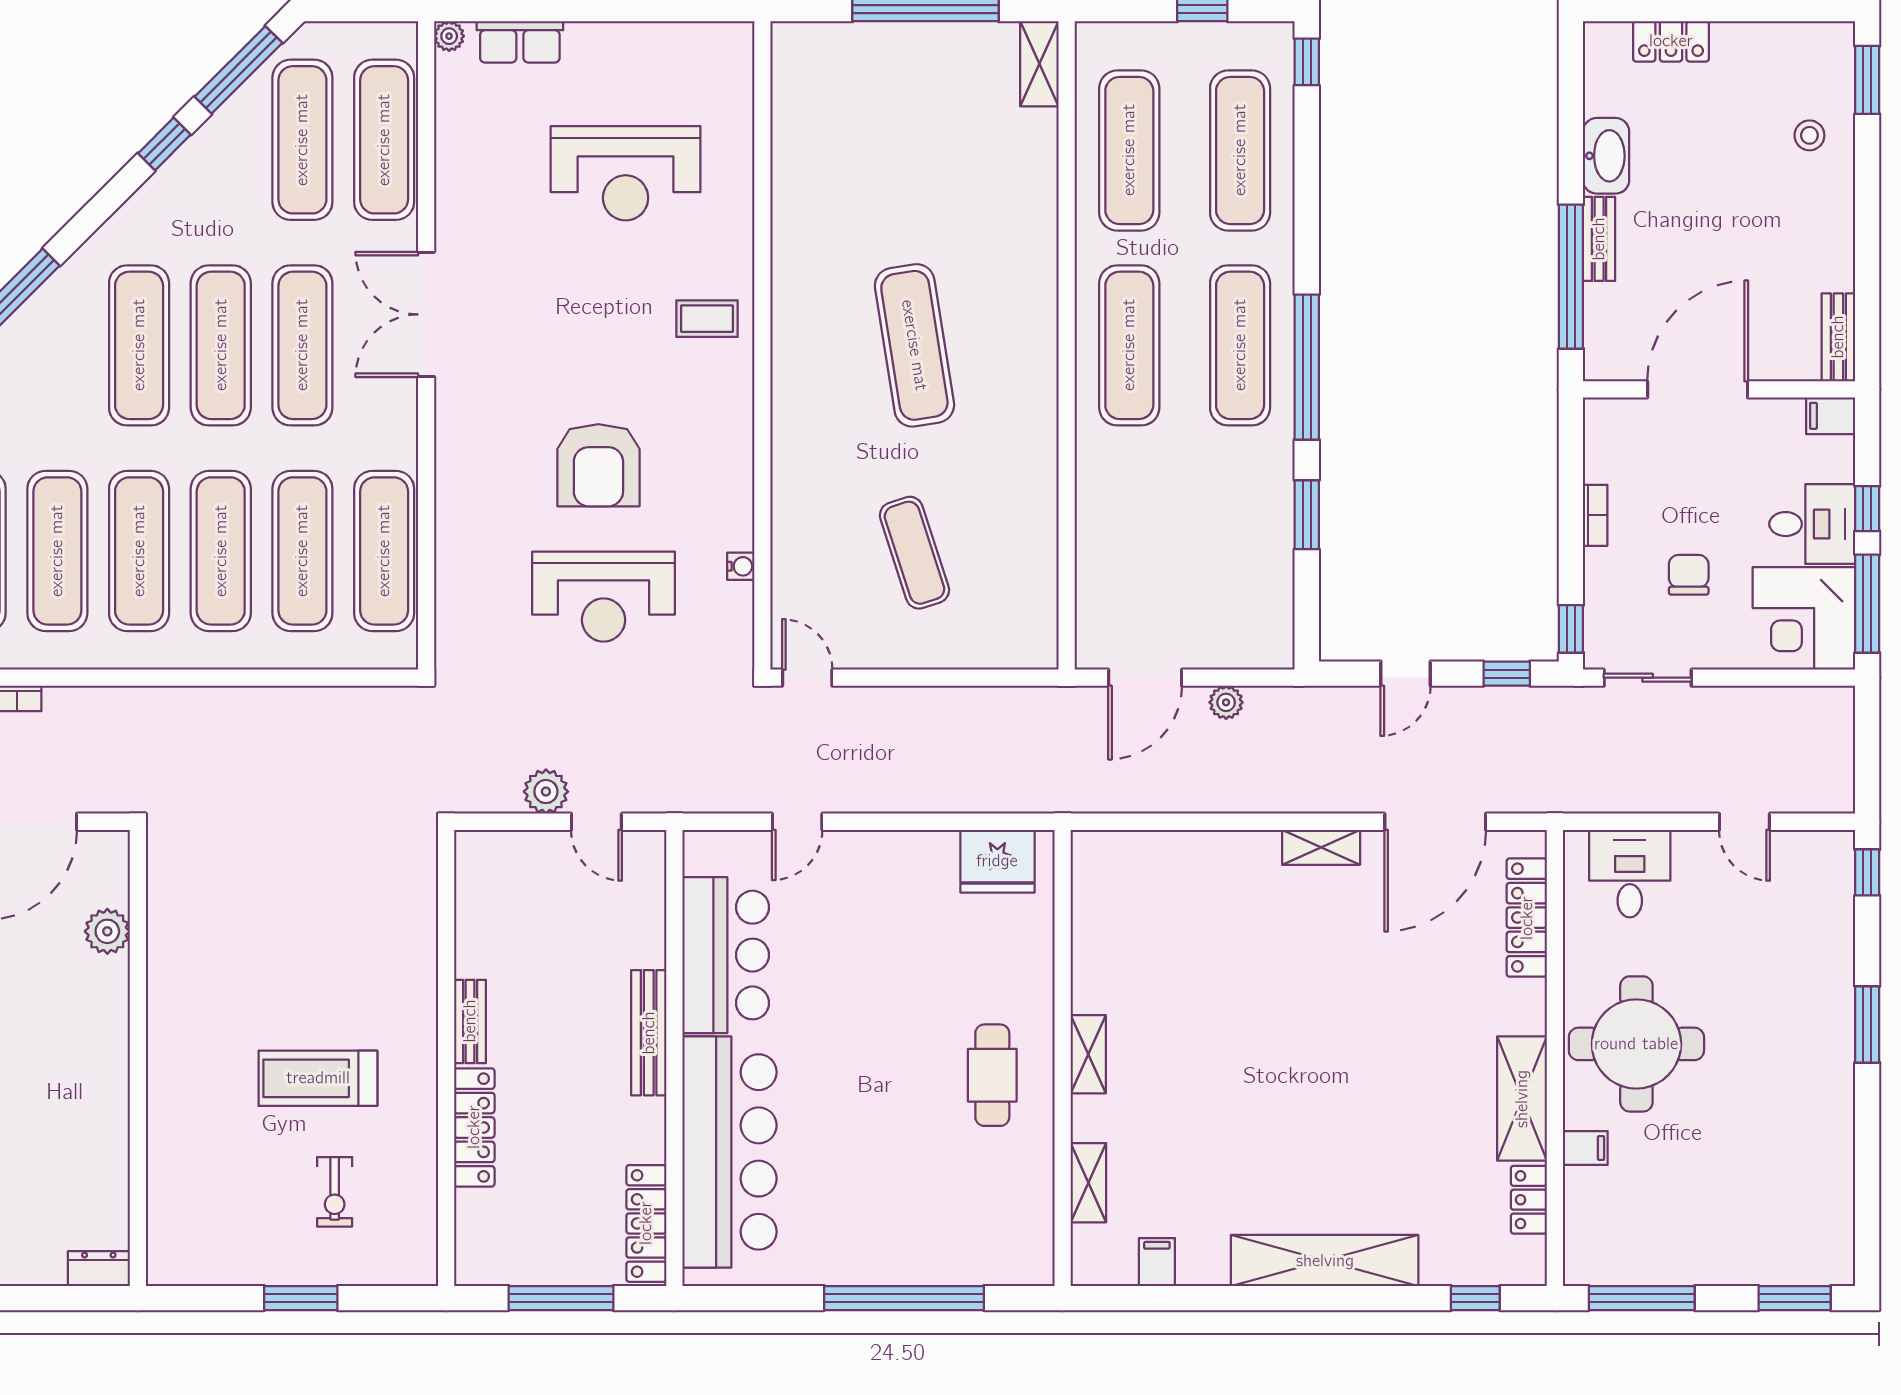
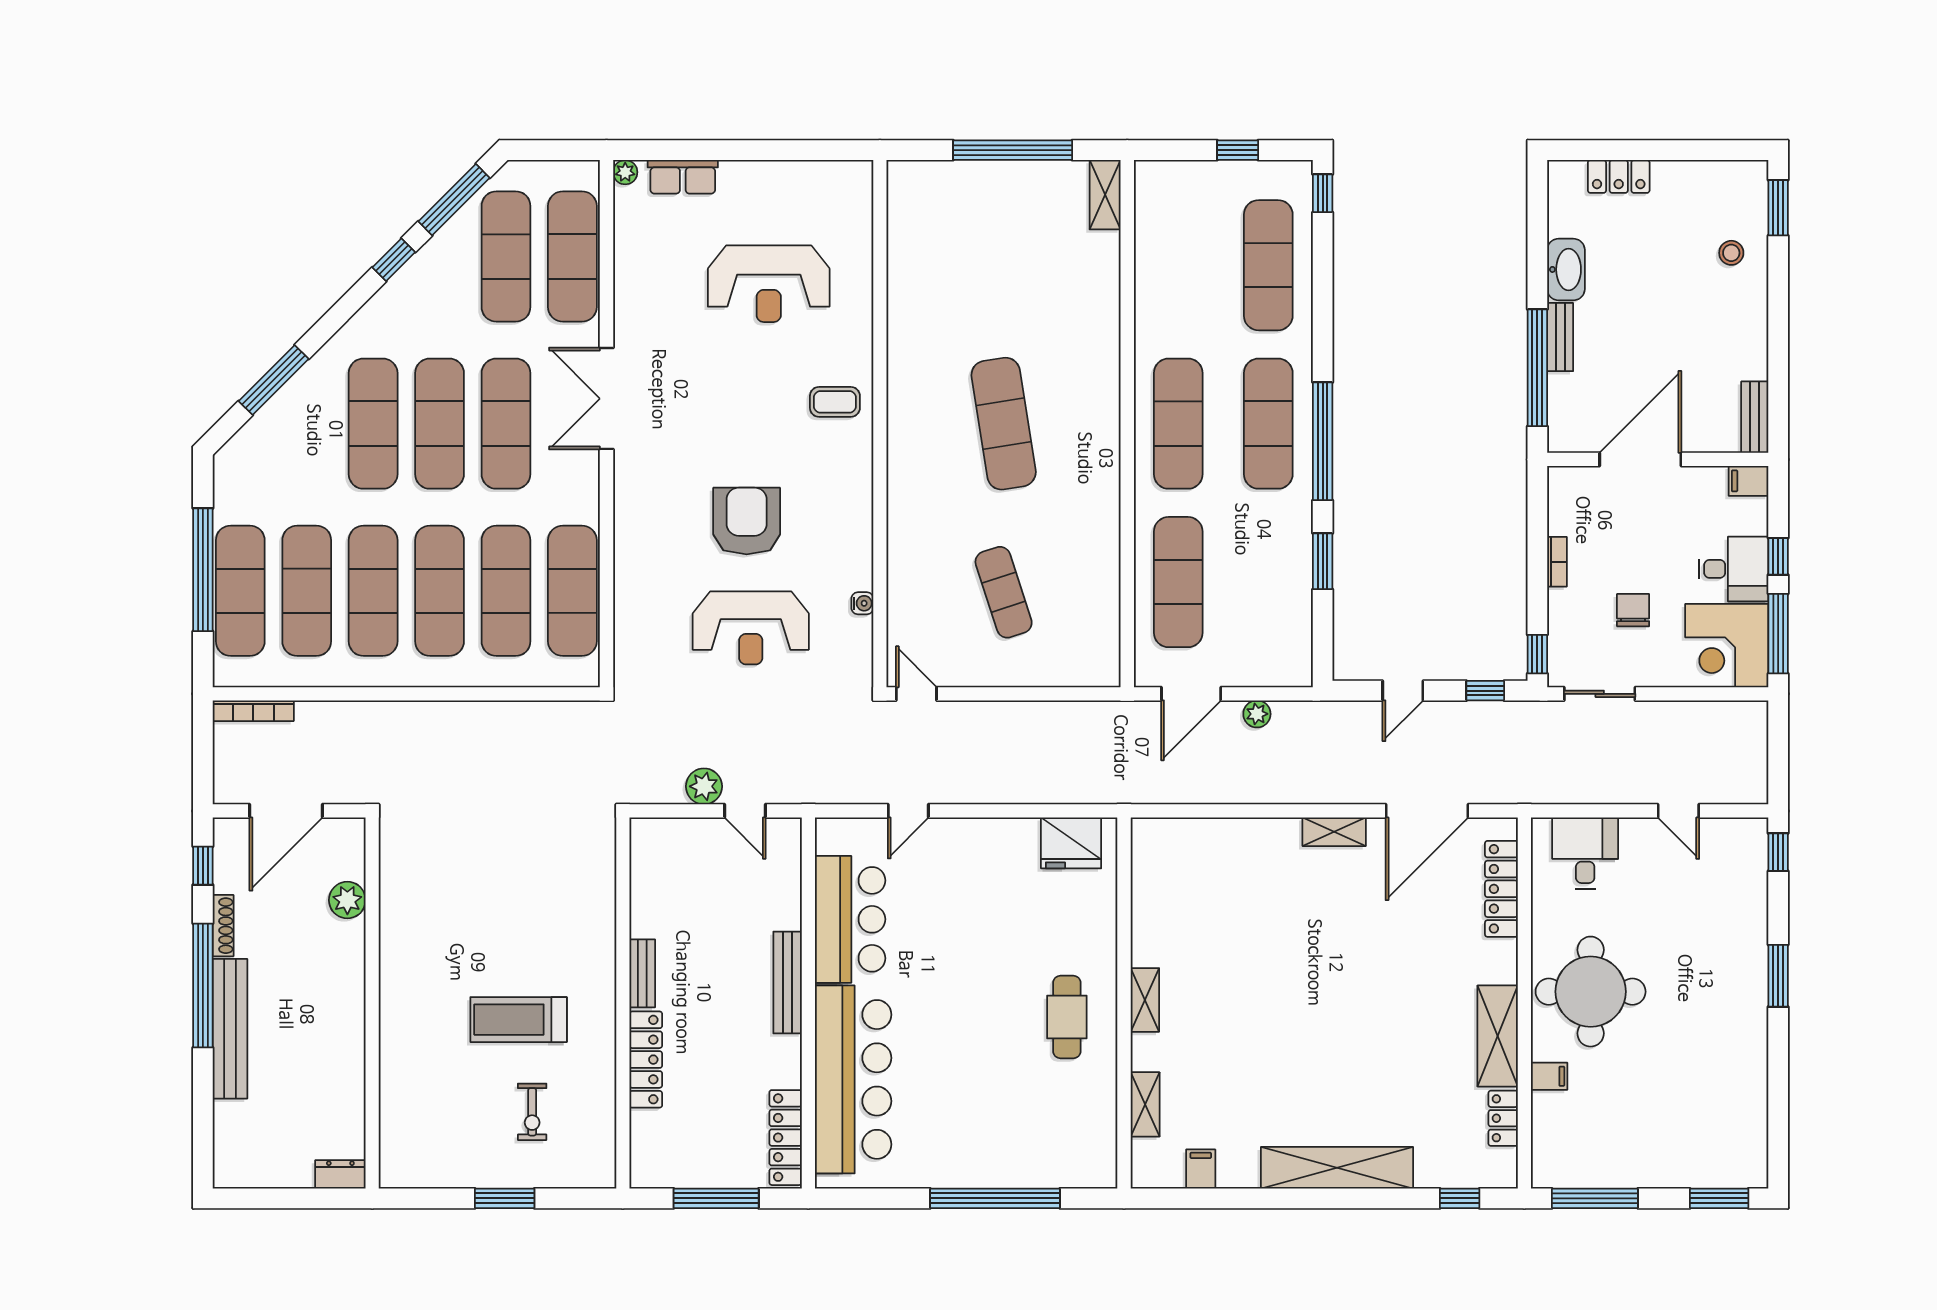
exercise mat: (1129, 150) -> (1178, 582), moved
armchair: (598, 465) -> (747, 521), turned 180

